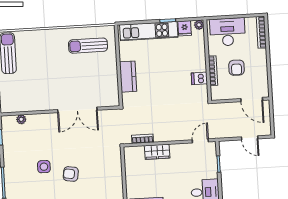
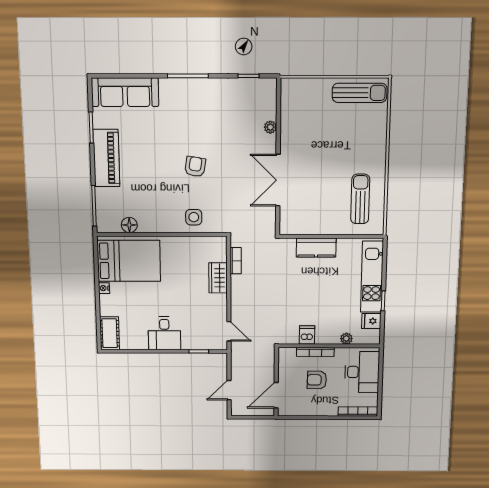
plant: (199, 25) -> (346, 339), moved
plant: (21, 119) -> (270, 127), moved
side table: (44, 167) -> (194, 217), moved

